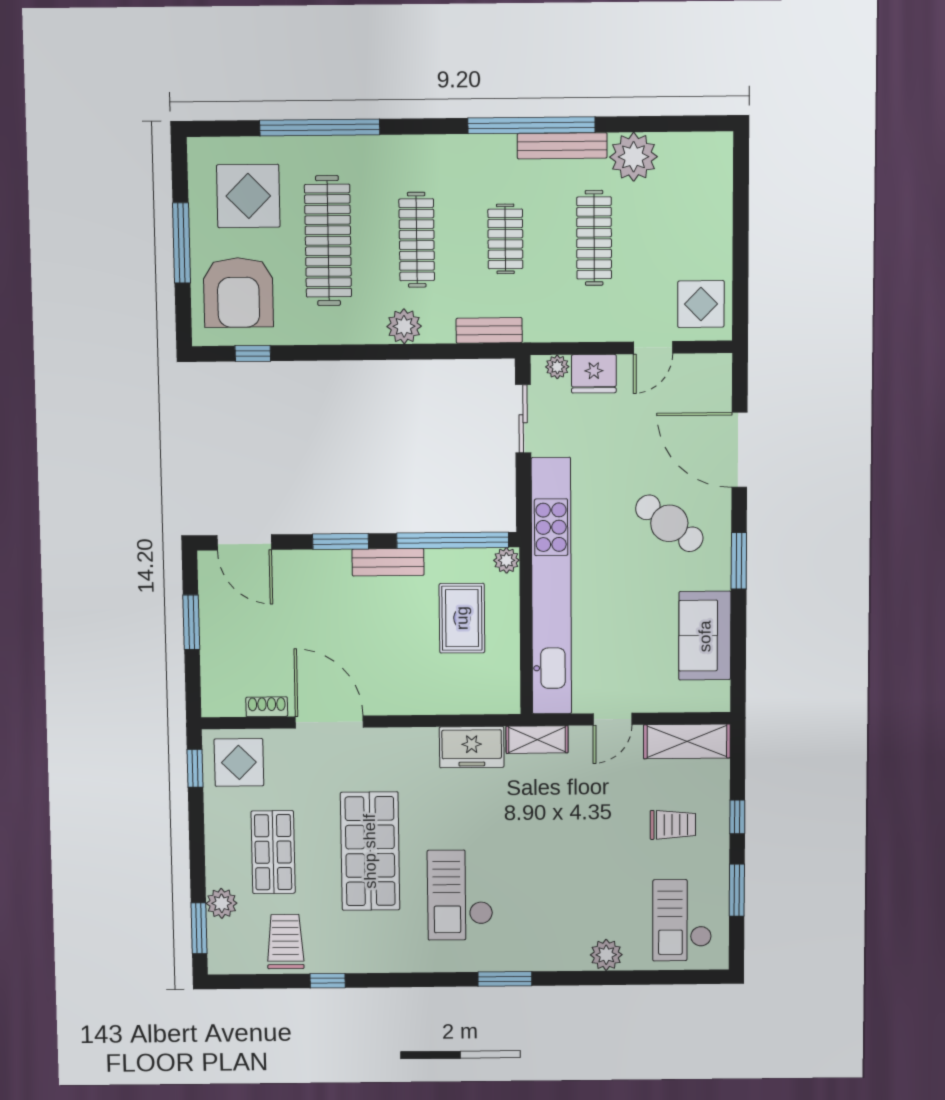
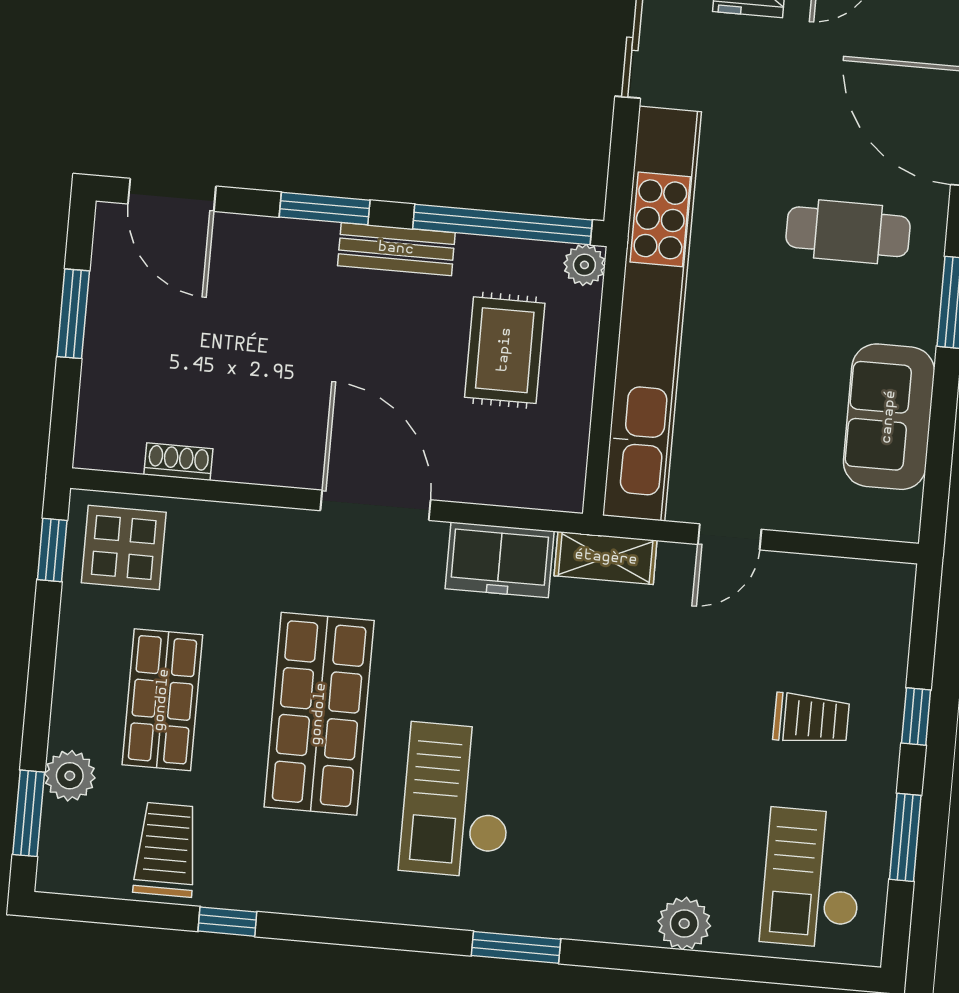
cafe table: (669, 523) -> (848, 232), turned -37
door: (329, 722) -> (376, 505), moved
shelving: (687, 741) -> (846, 585), removed

